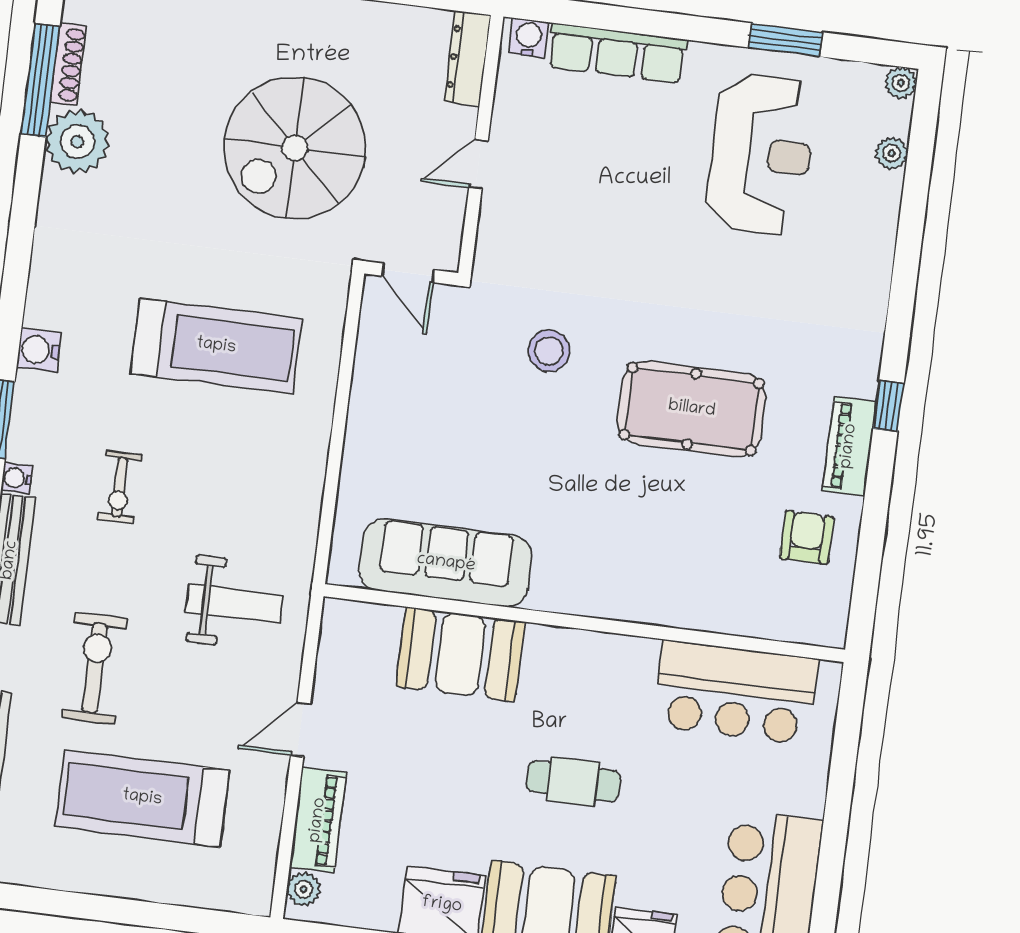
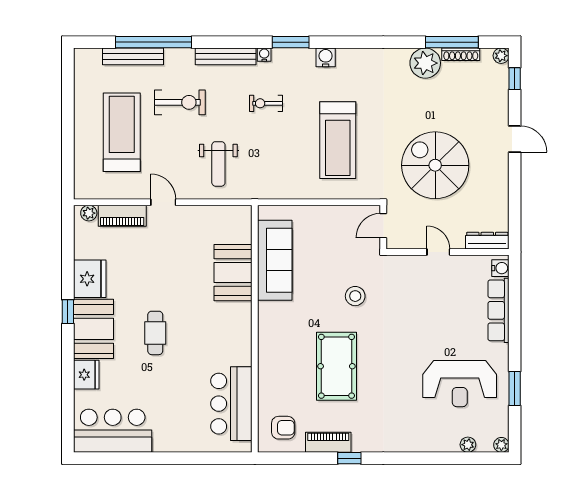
sofa: (446, 563) -> (275, 260), moved
wall: (584, 623) -> (255, 329), moved
booth: (460, 654) -> (233, 273), moved
bar counter: (736, 692) -> (231, 404), moved

